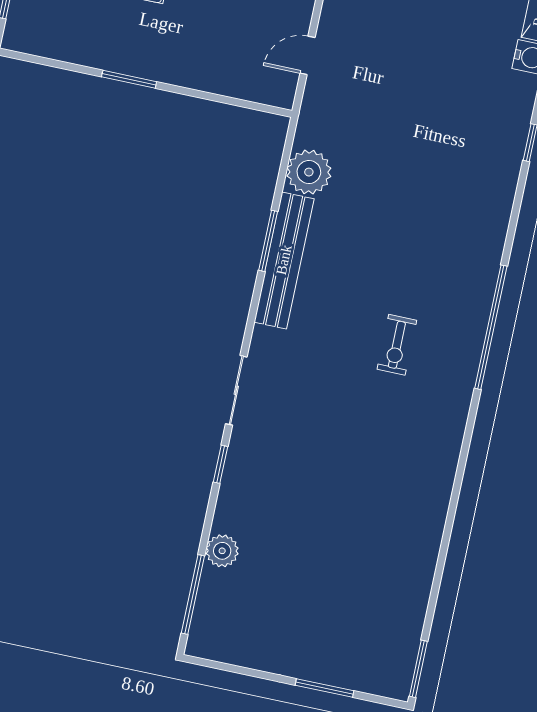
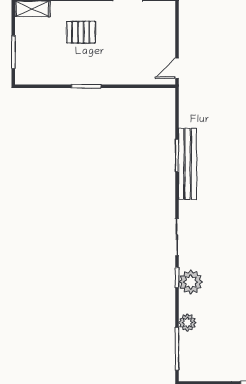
door: (307, 55) -> (177, 68), moved
plant: (309, 172) -> (191, 282), moved

